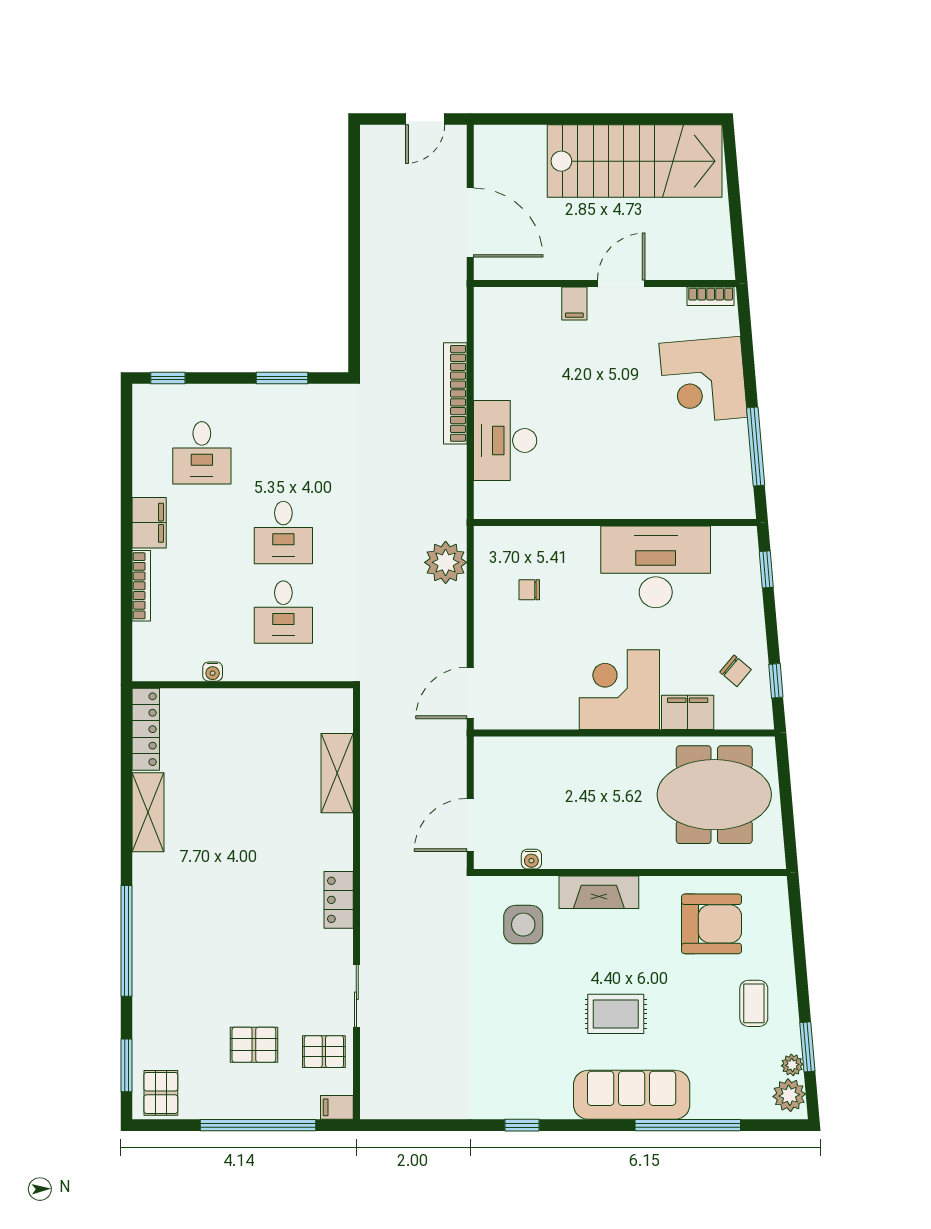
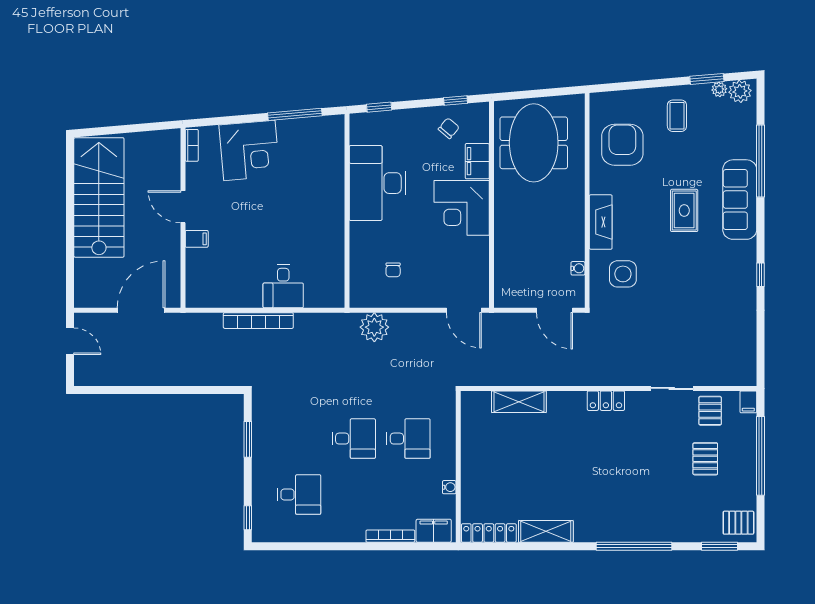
desk: (505, 440) -> (283, 286), width x0.73
filing cabinet: (149, 523) -> (434, 531), moved
coffee table: (754, 1003) -> (677, 116), turned 90

